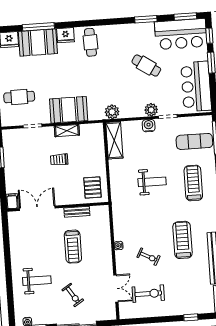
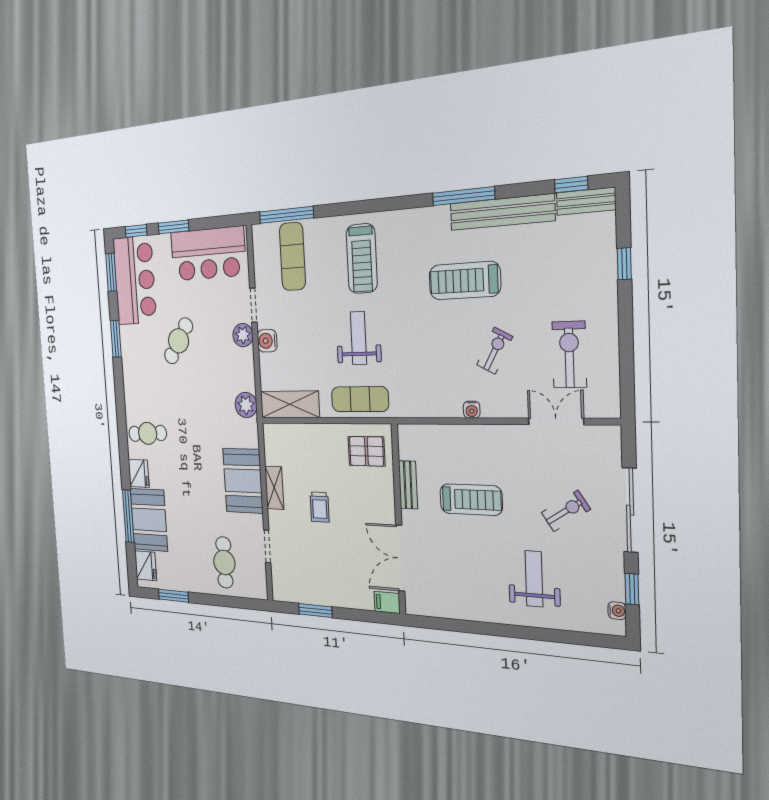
exercise mat: (120, 183) -> (360, 399), added
treadmill: (193, 183) -> (362, 259), turned -90

